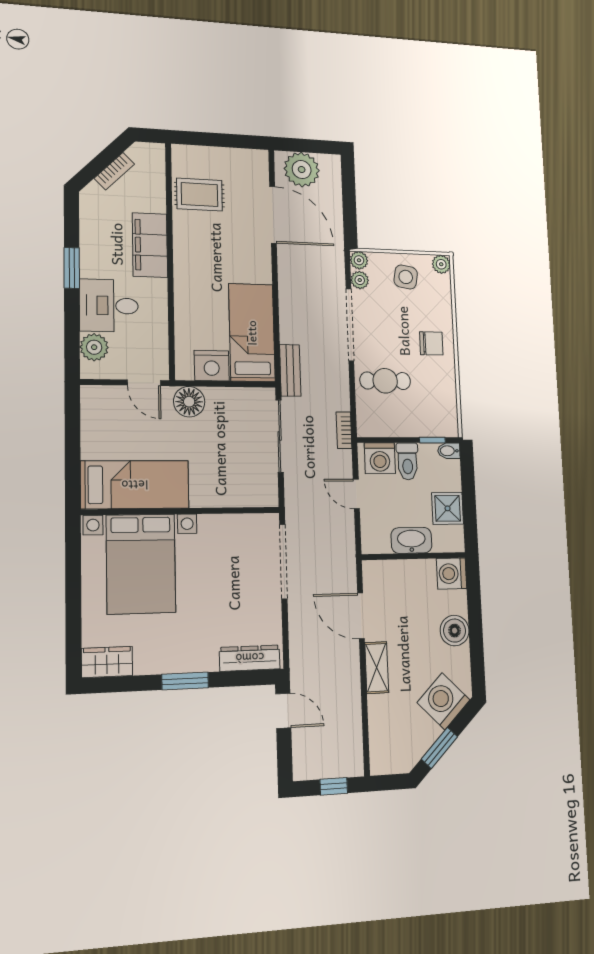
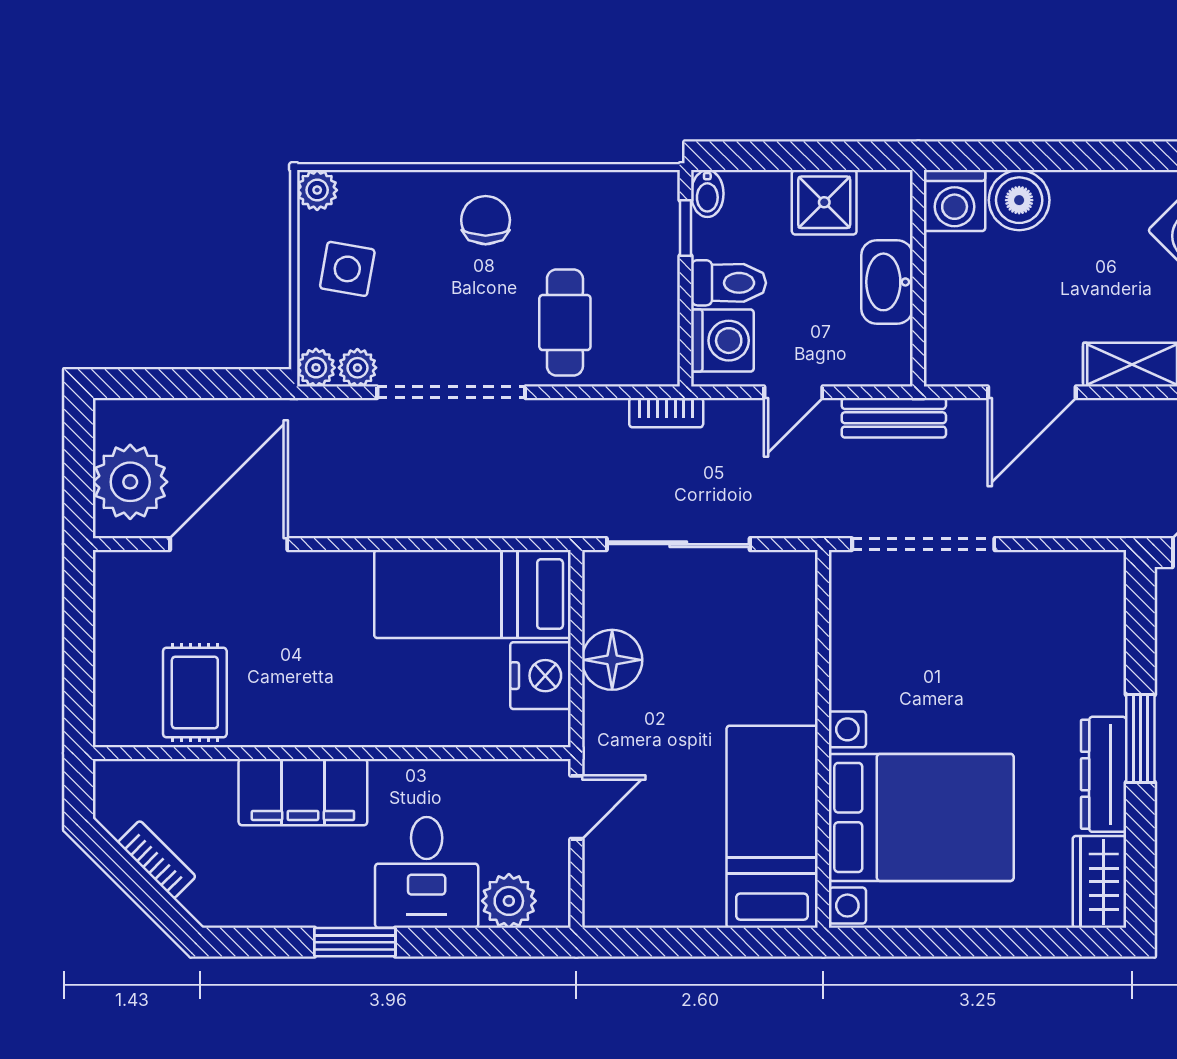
bench: (290, 370) -> (894, 418), moved
floor lamp: (189, 402) -> (612, 660), moved
boiler: (455, 631) -> (1019, 200), moved
dresser: (250, 658) -> (1104, 774), moved

